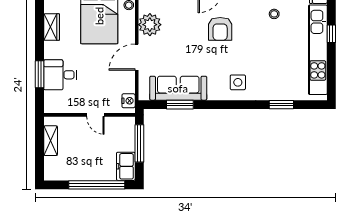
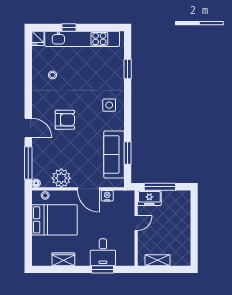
nightstand: (129, 101) -> (107, 196), moved
freezer: (126, 166) -> (149, 198), moved
window: (97, 185) -> (194, 222), removed

